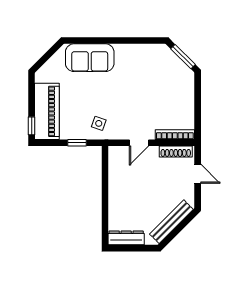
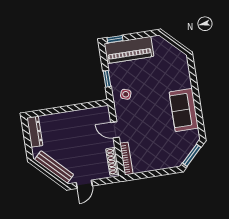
sofa: (90, 58) -> (184, 110), moved
door: (198, 174) -> (84, 184), moved

